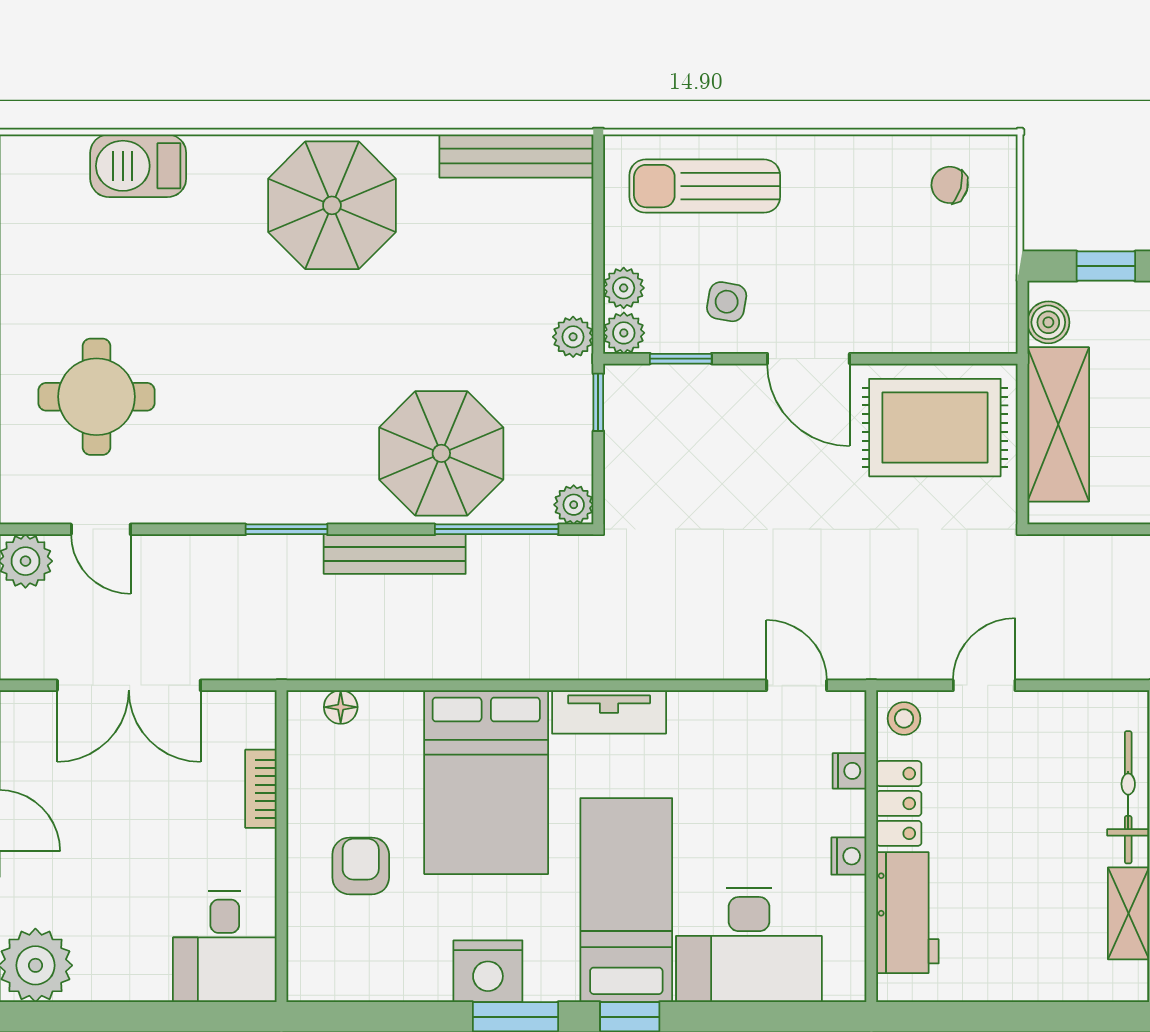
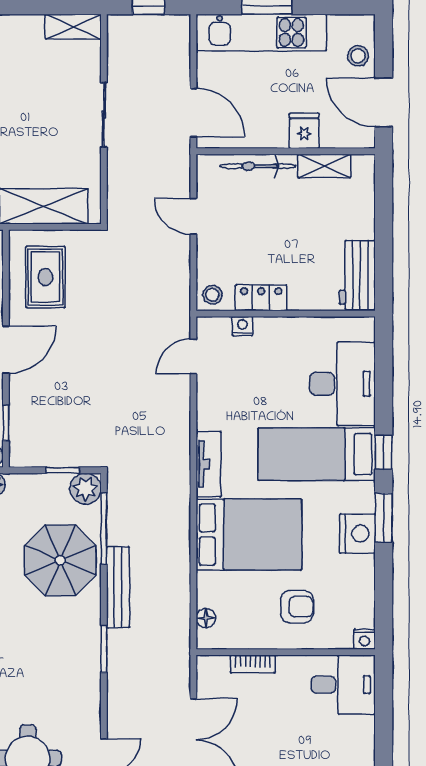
window: (598, 402) -> (63, 470), moved
rug: (935, 428) -> (45, 277), width x0.73, depth x0.70
plant: (574, 505) -> (85, 489), width x1.38, depth x1.38
door: (984, 685) -> (193, 216), moved
nightstand: (849, 856) -> (365, 639), moved, turned 180
armchair: (361, 866) -> (297, 607), turned 180
workbench: (907, 913) -> (357, 275), moved, turned -90

